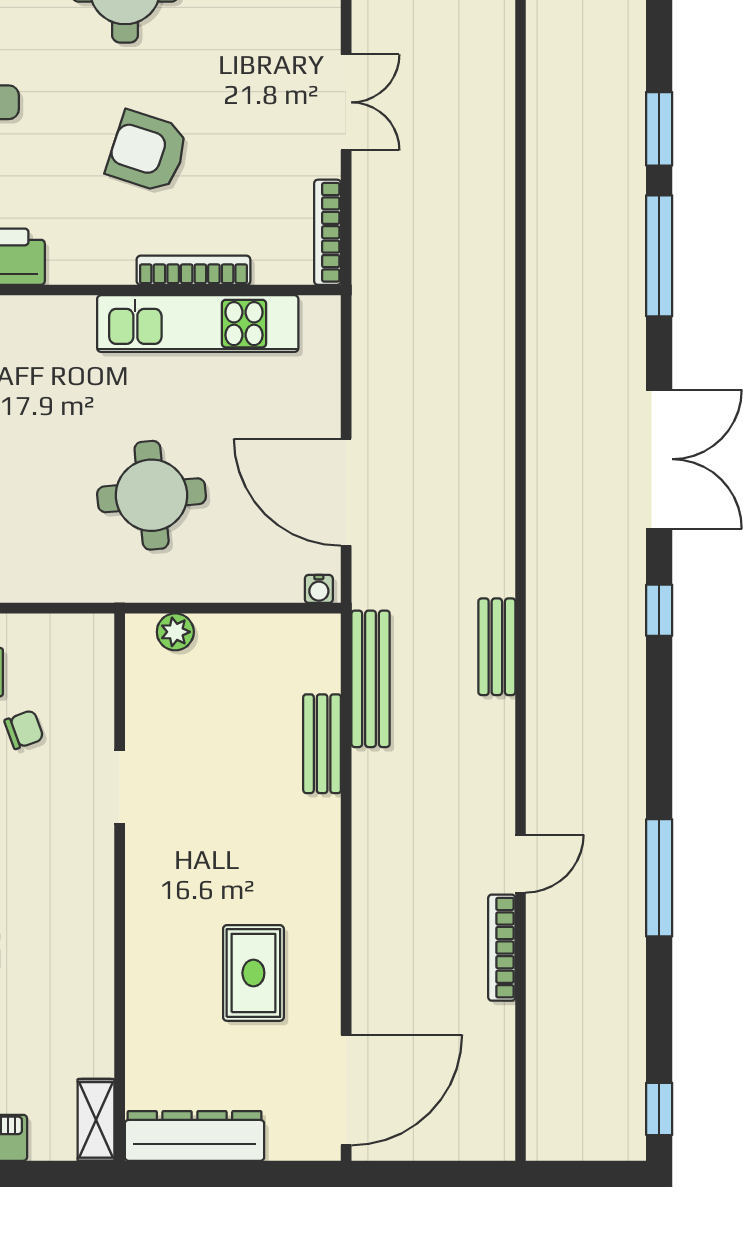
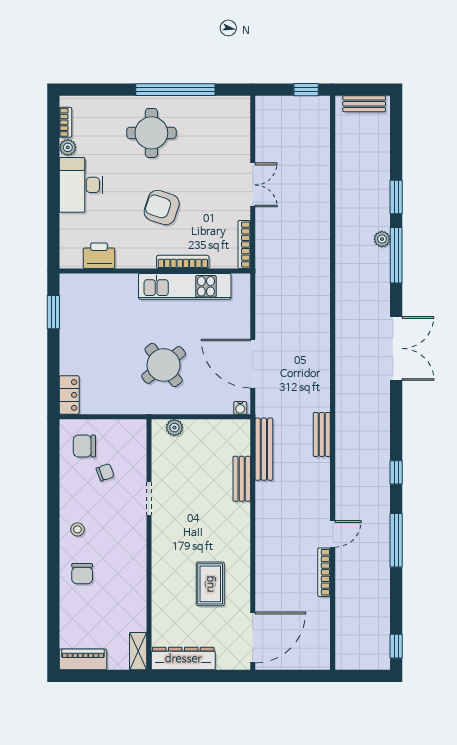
plant: (628, 220) -> (382, 239), added
round table: (152, 495) -> (164, 365), turned -33
window: (659, 610) -> (396, 472), moved

